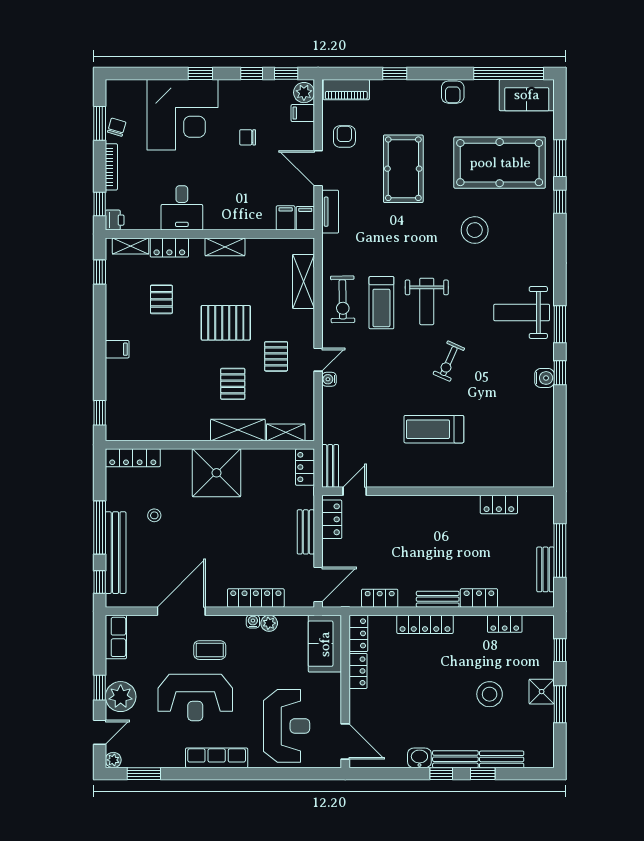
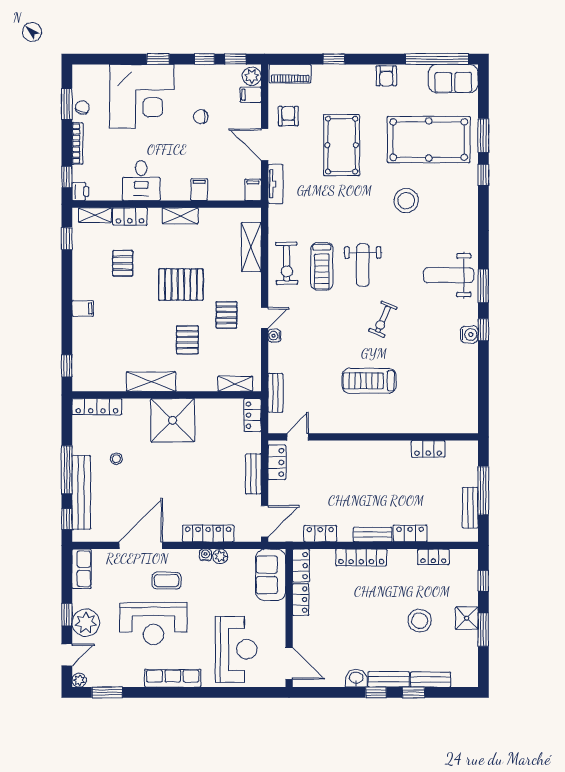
filing cabinet: (286, 218) -> (199, 190), moved
shelving: (238, 430) -> (151, 382), moved
bench: (330, 466) -> (275, 393), moved

